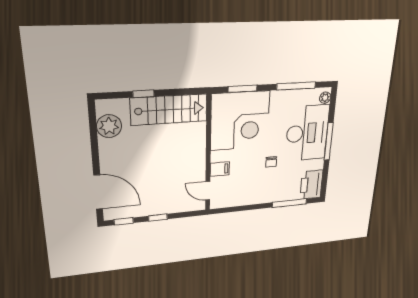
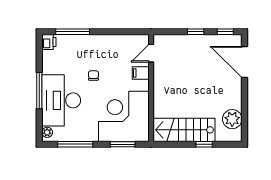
printer: (311, 185) -> (49, 42), width x0.53, depth x0.68
door: (208, 191) -> (151, 53), swing flipped

